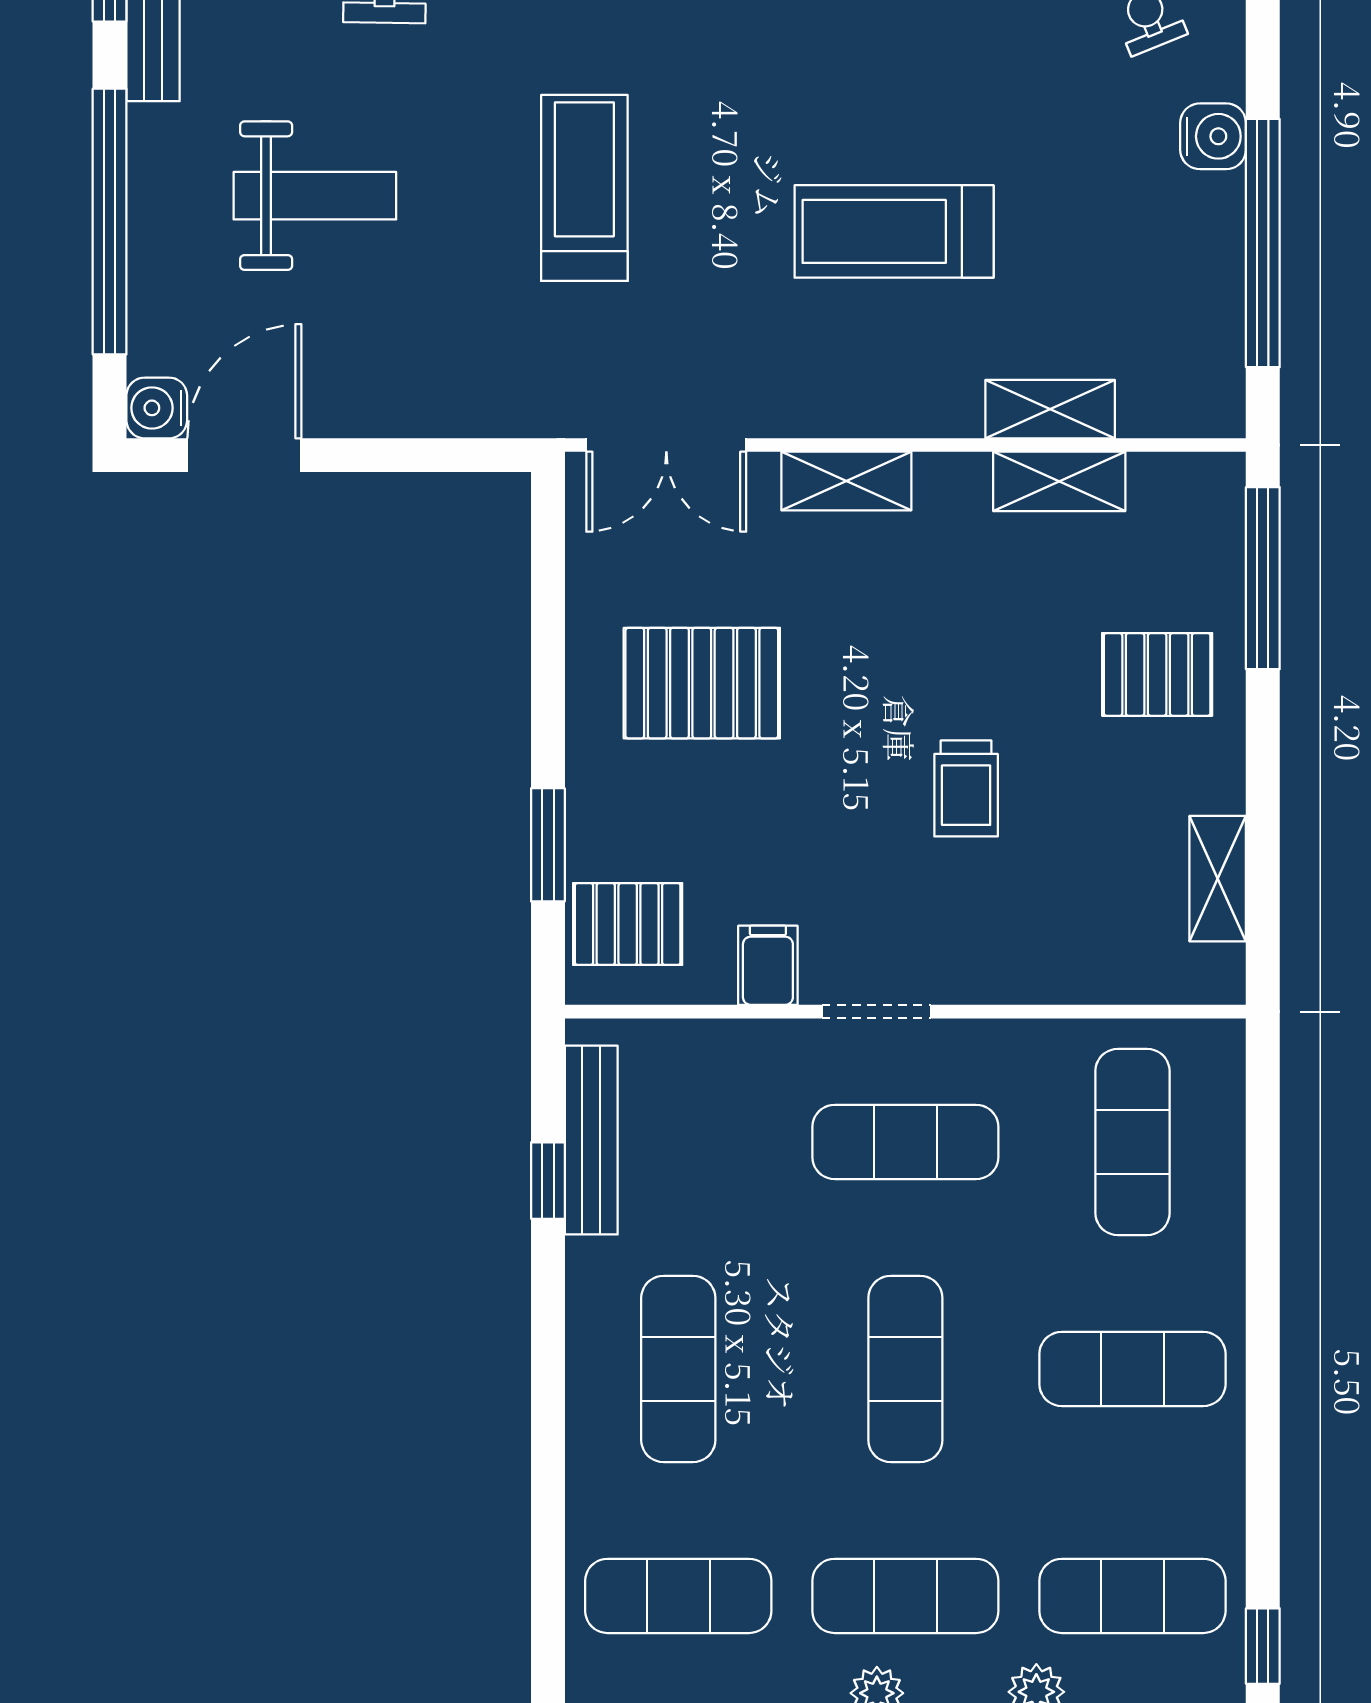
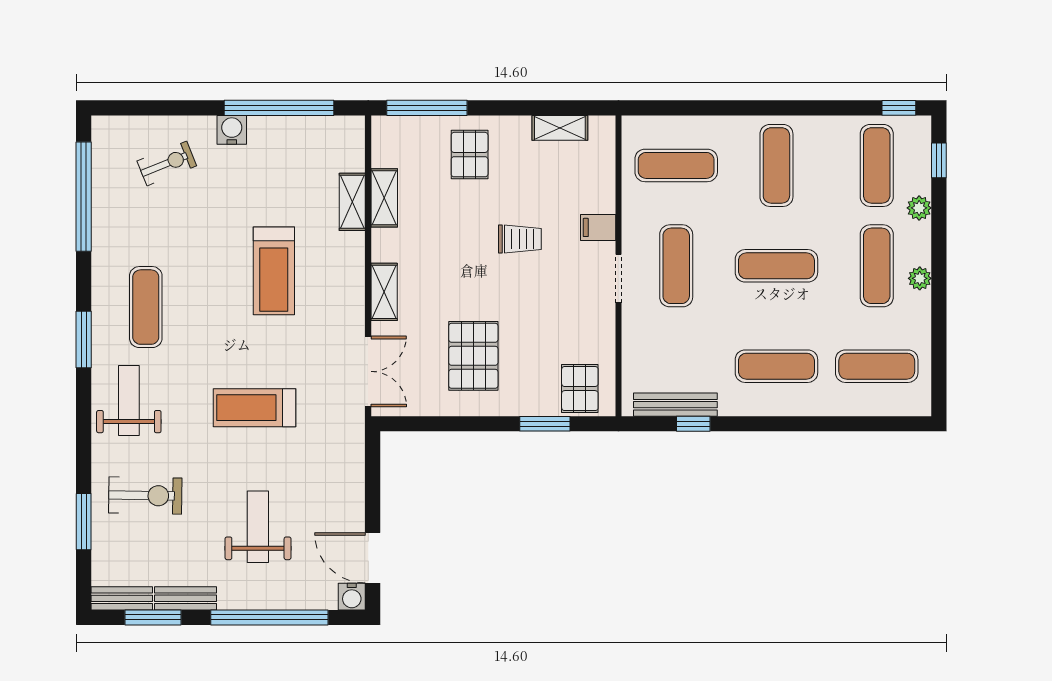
filing cabinet: (768, 965) -> (598, 227), moved
exercise mat: (678, 1596) -> (877, 366), turned 90

